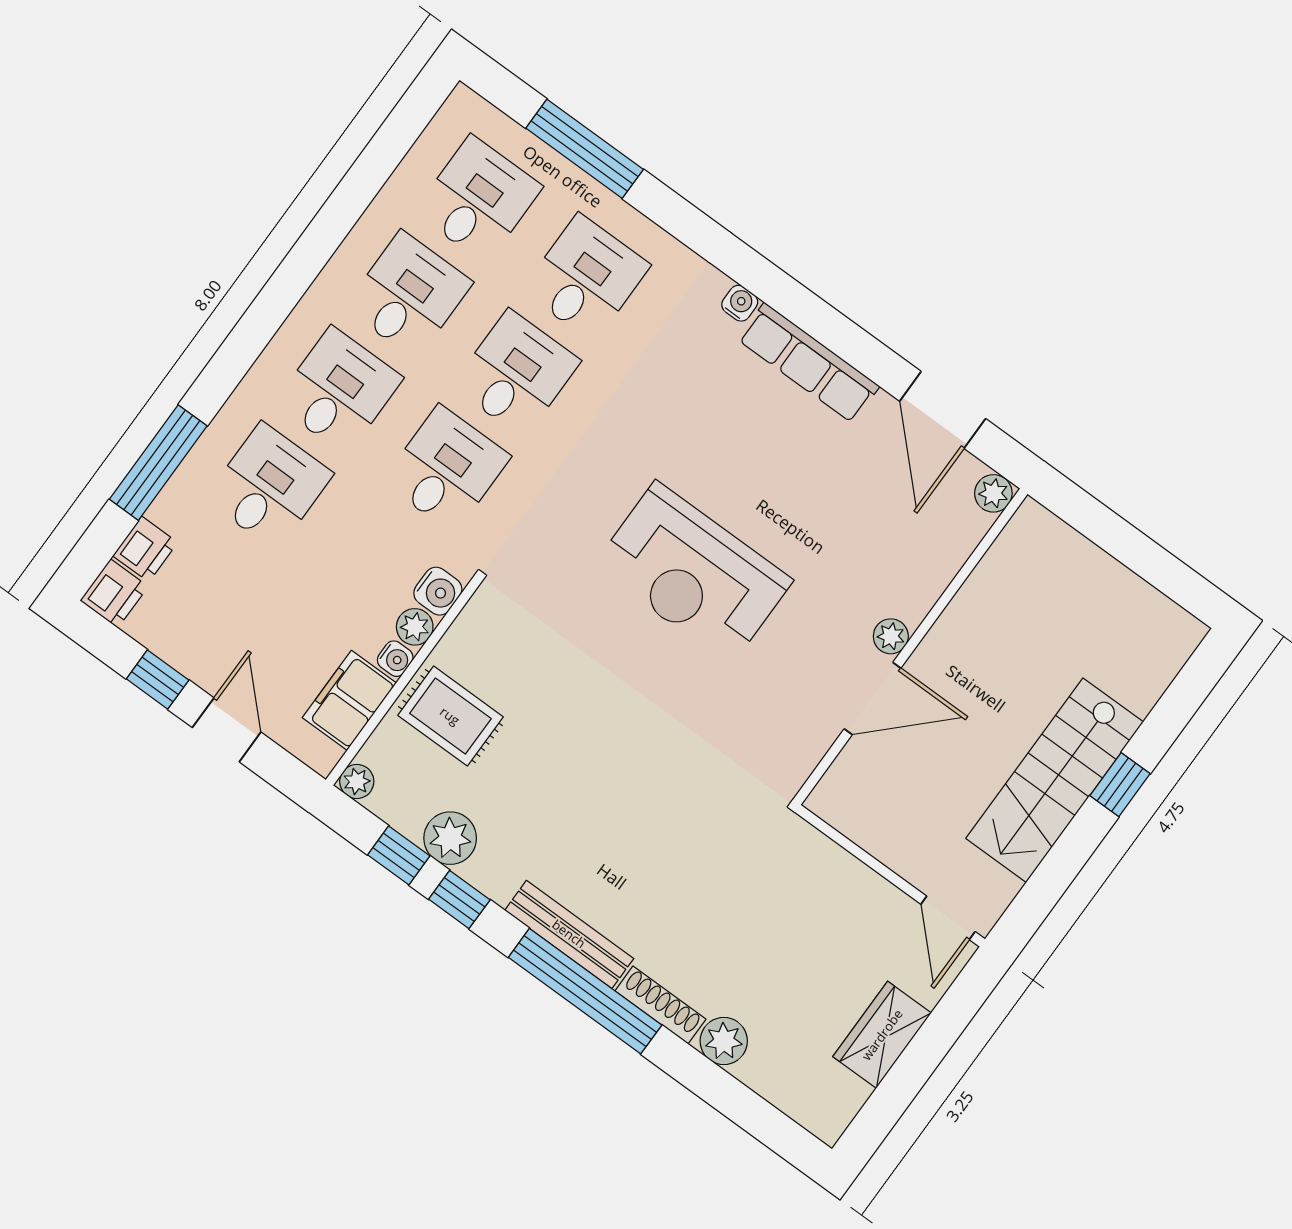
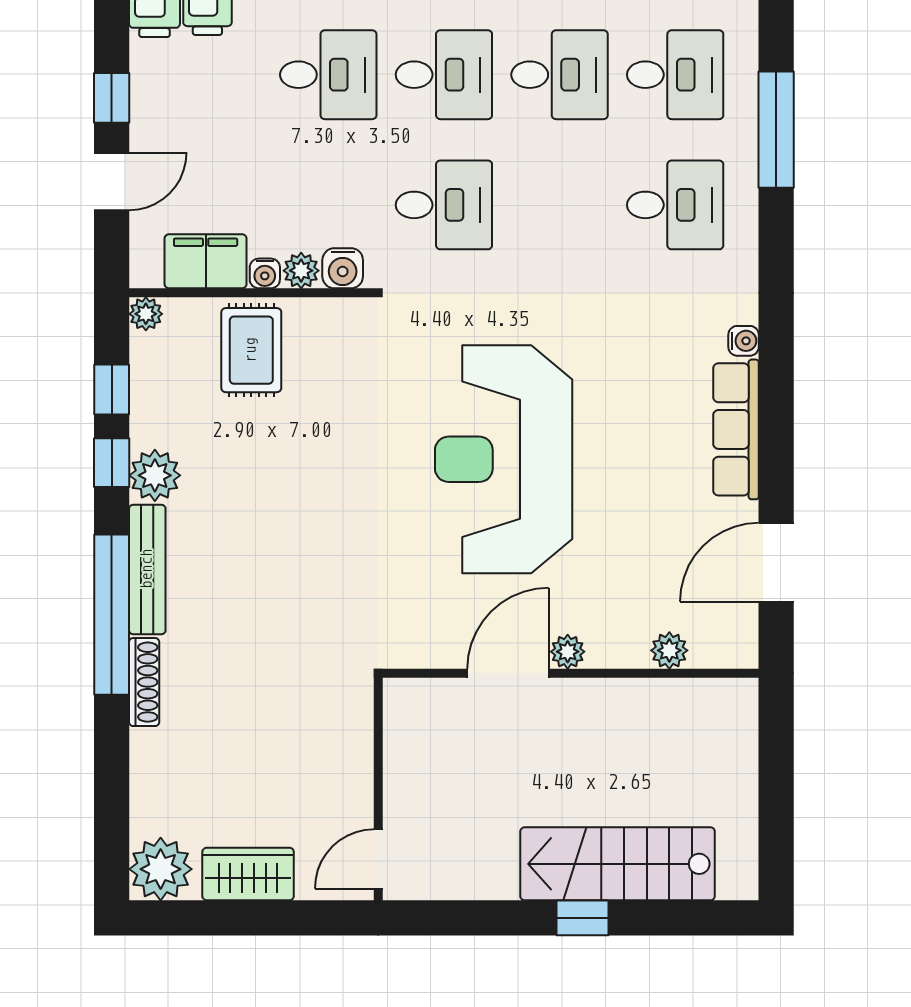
desk: (516, 373) -> (560, 205), removed
plant: (993, 493) -> (669, 650), moved
reception desk: (693, 573) -> (504, 459), width x1.36, depth x1.30
door: (873, 699) -> (508, 673), swing flipped
stairs: (1055, 780) -> (618, 864), moved
plant: (450, 838) -> (155, 475), moved
plant: (724, 1041) -> (161, 869), moved, width x1.36, depth x1.36

